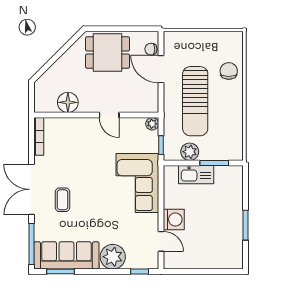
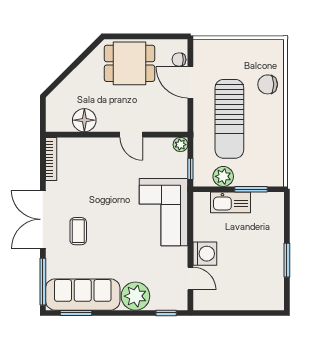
chair: (229, 71) -> (268, 84), turned -90

